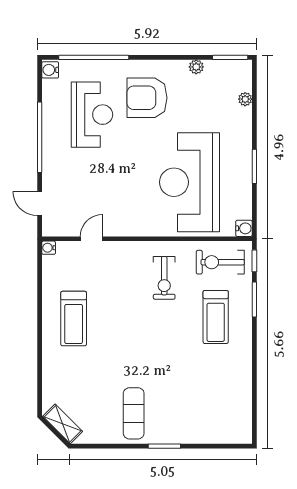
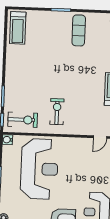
treadmill: (216, 317) -> (18, 28), moved, turned 180

